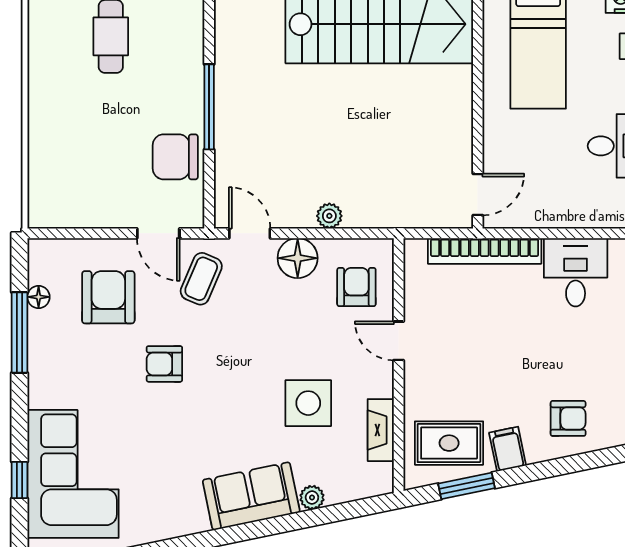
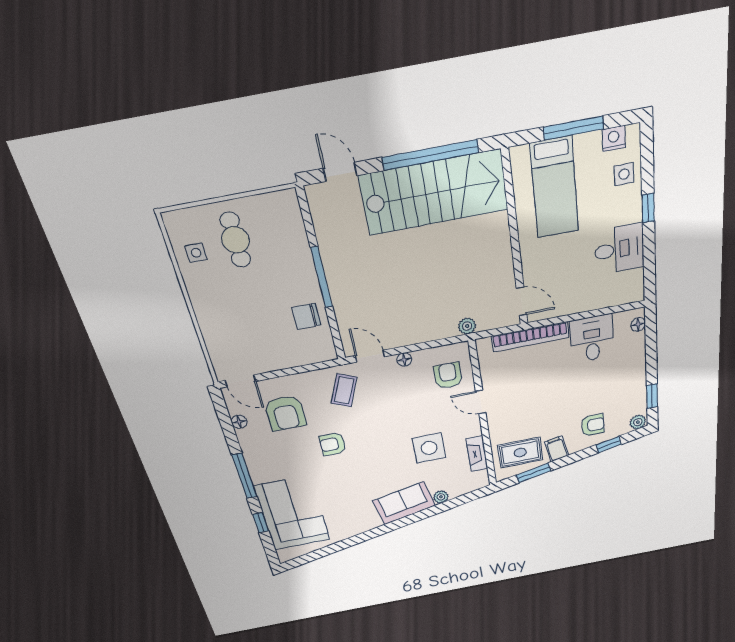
side table: (56, 43) -> (196, 253), added
chair: (175, 157) -> (306, 316), width x0.73, depth x0.73
door: (478, 195) -> (522, 301), hinge flipped
plant: (329, 216) -> (467, 326), moved
door: (158, 233) -> (240, 381), moved
floor lamp: (298, 258) -> (404, 360), width x0.53, depth x0.53
armchair: (108, 297) -> (285, 413), turned 180
window: (19, 332) -> (244, 476), moved
window: (592, 460) -> (609, 445), added

